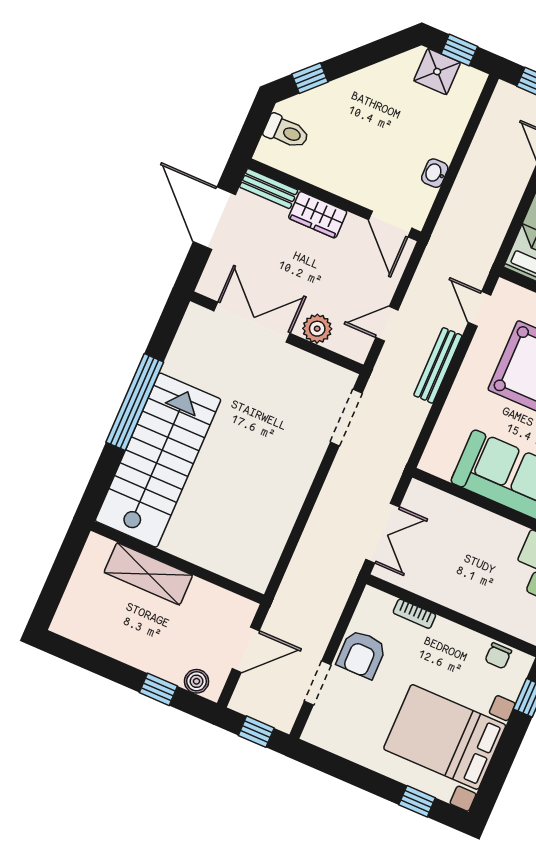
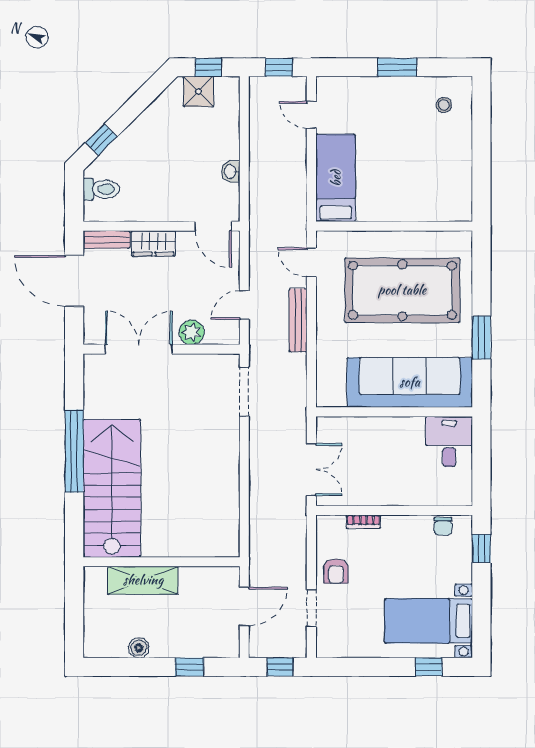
armchair: (362, 654) -> (336, 571), width x0.72, depth x0.72
boiler: (197, 681) -> (139, 648), moved
bed with nightstands: (445, 737) -> (429, 621), width x0.73

